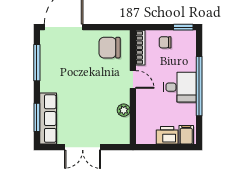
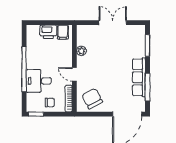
chair: (110, 48) -> (92, 99), turned -118
desk: (180, 87) -> (39, 81), moved
row of seats: (48, 119) -> (139, 77), moved
filing cabinet: (186, 135) -> (63, 32), moved

